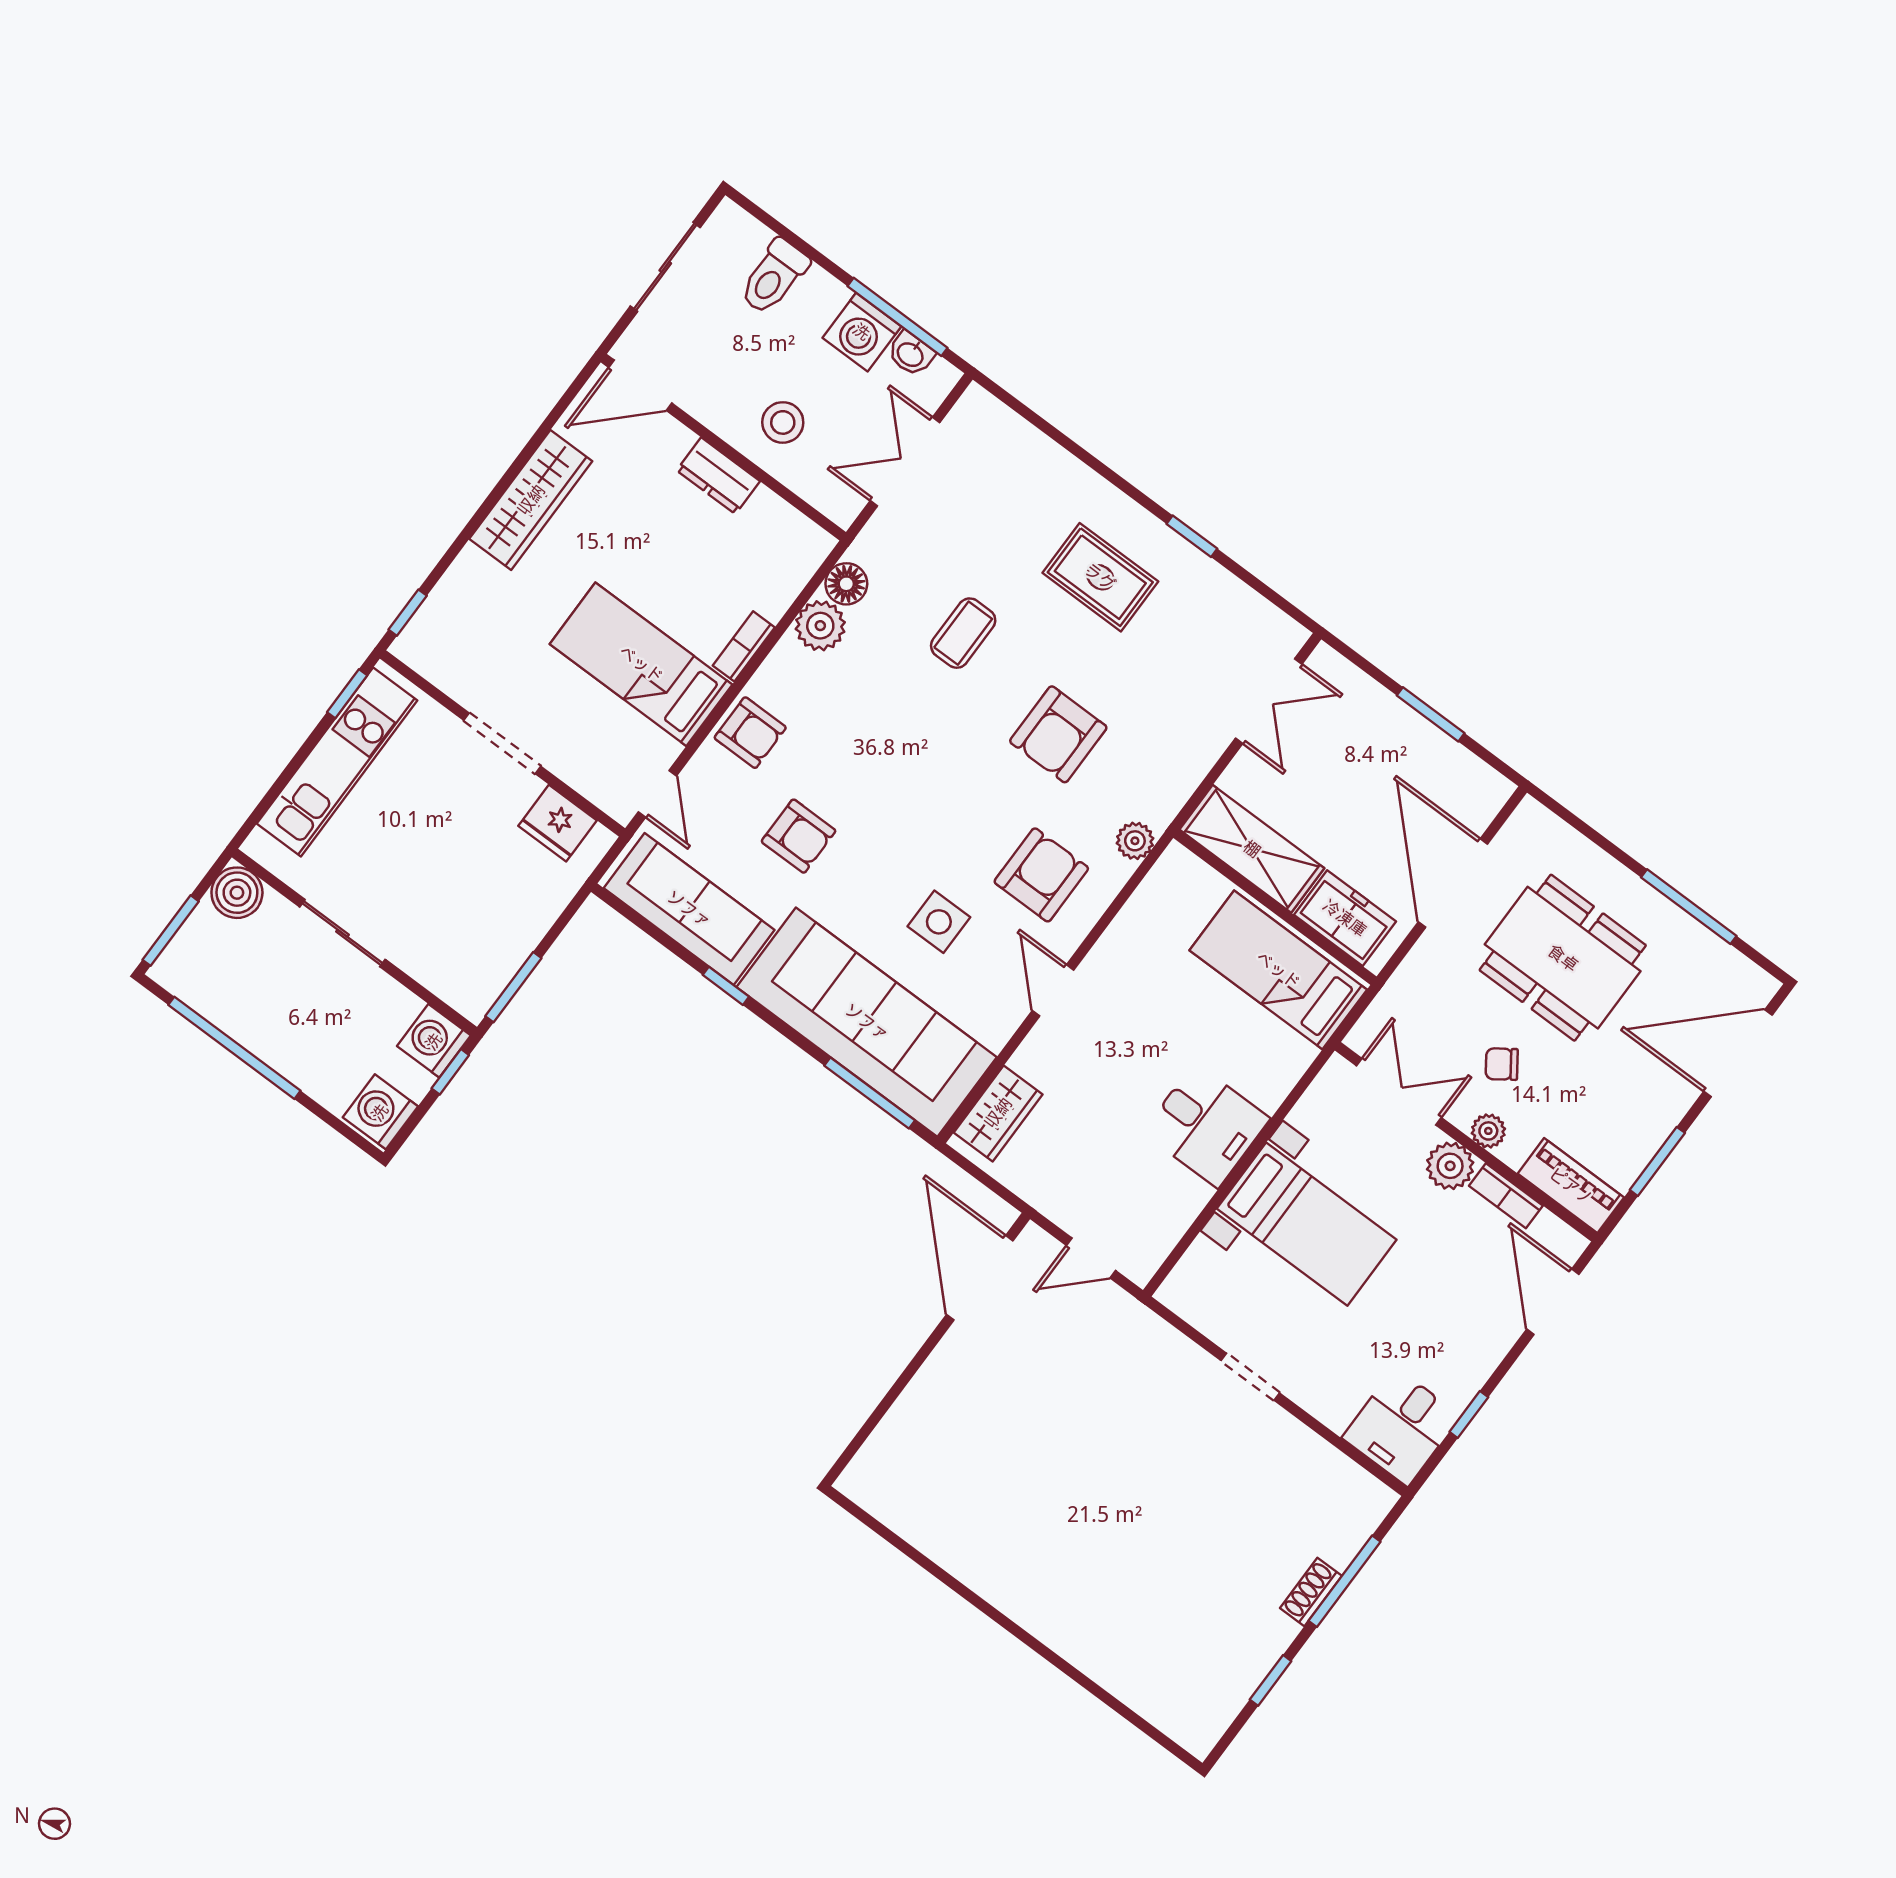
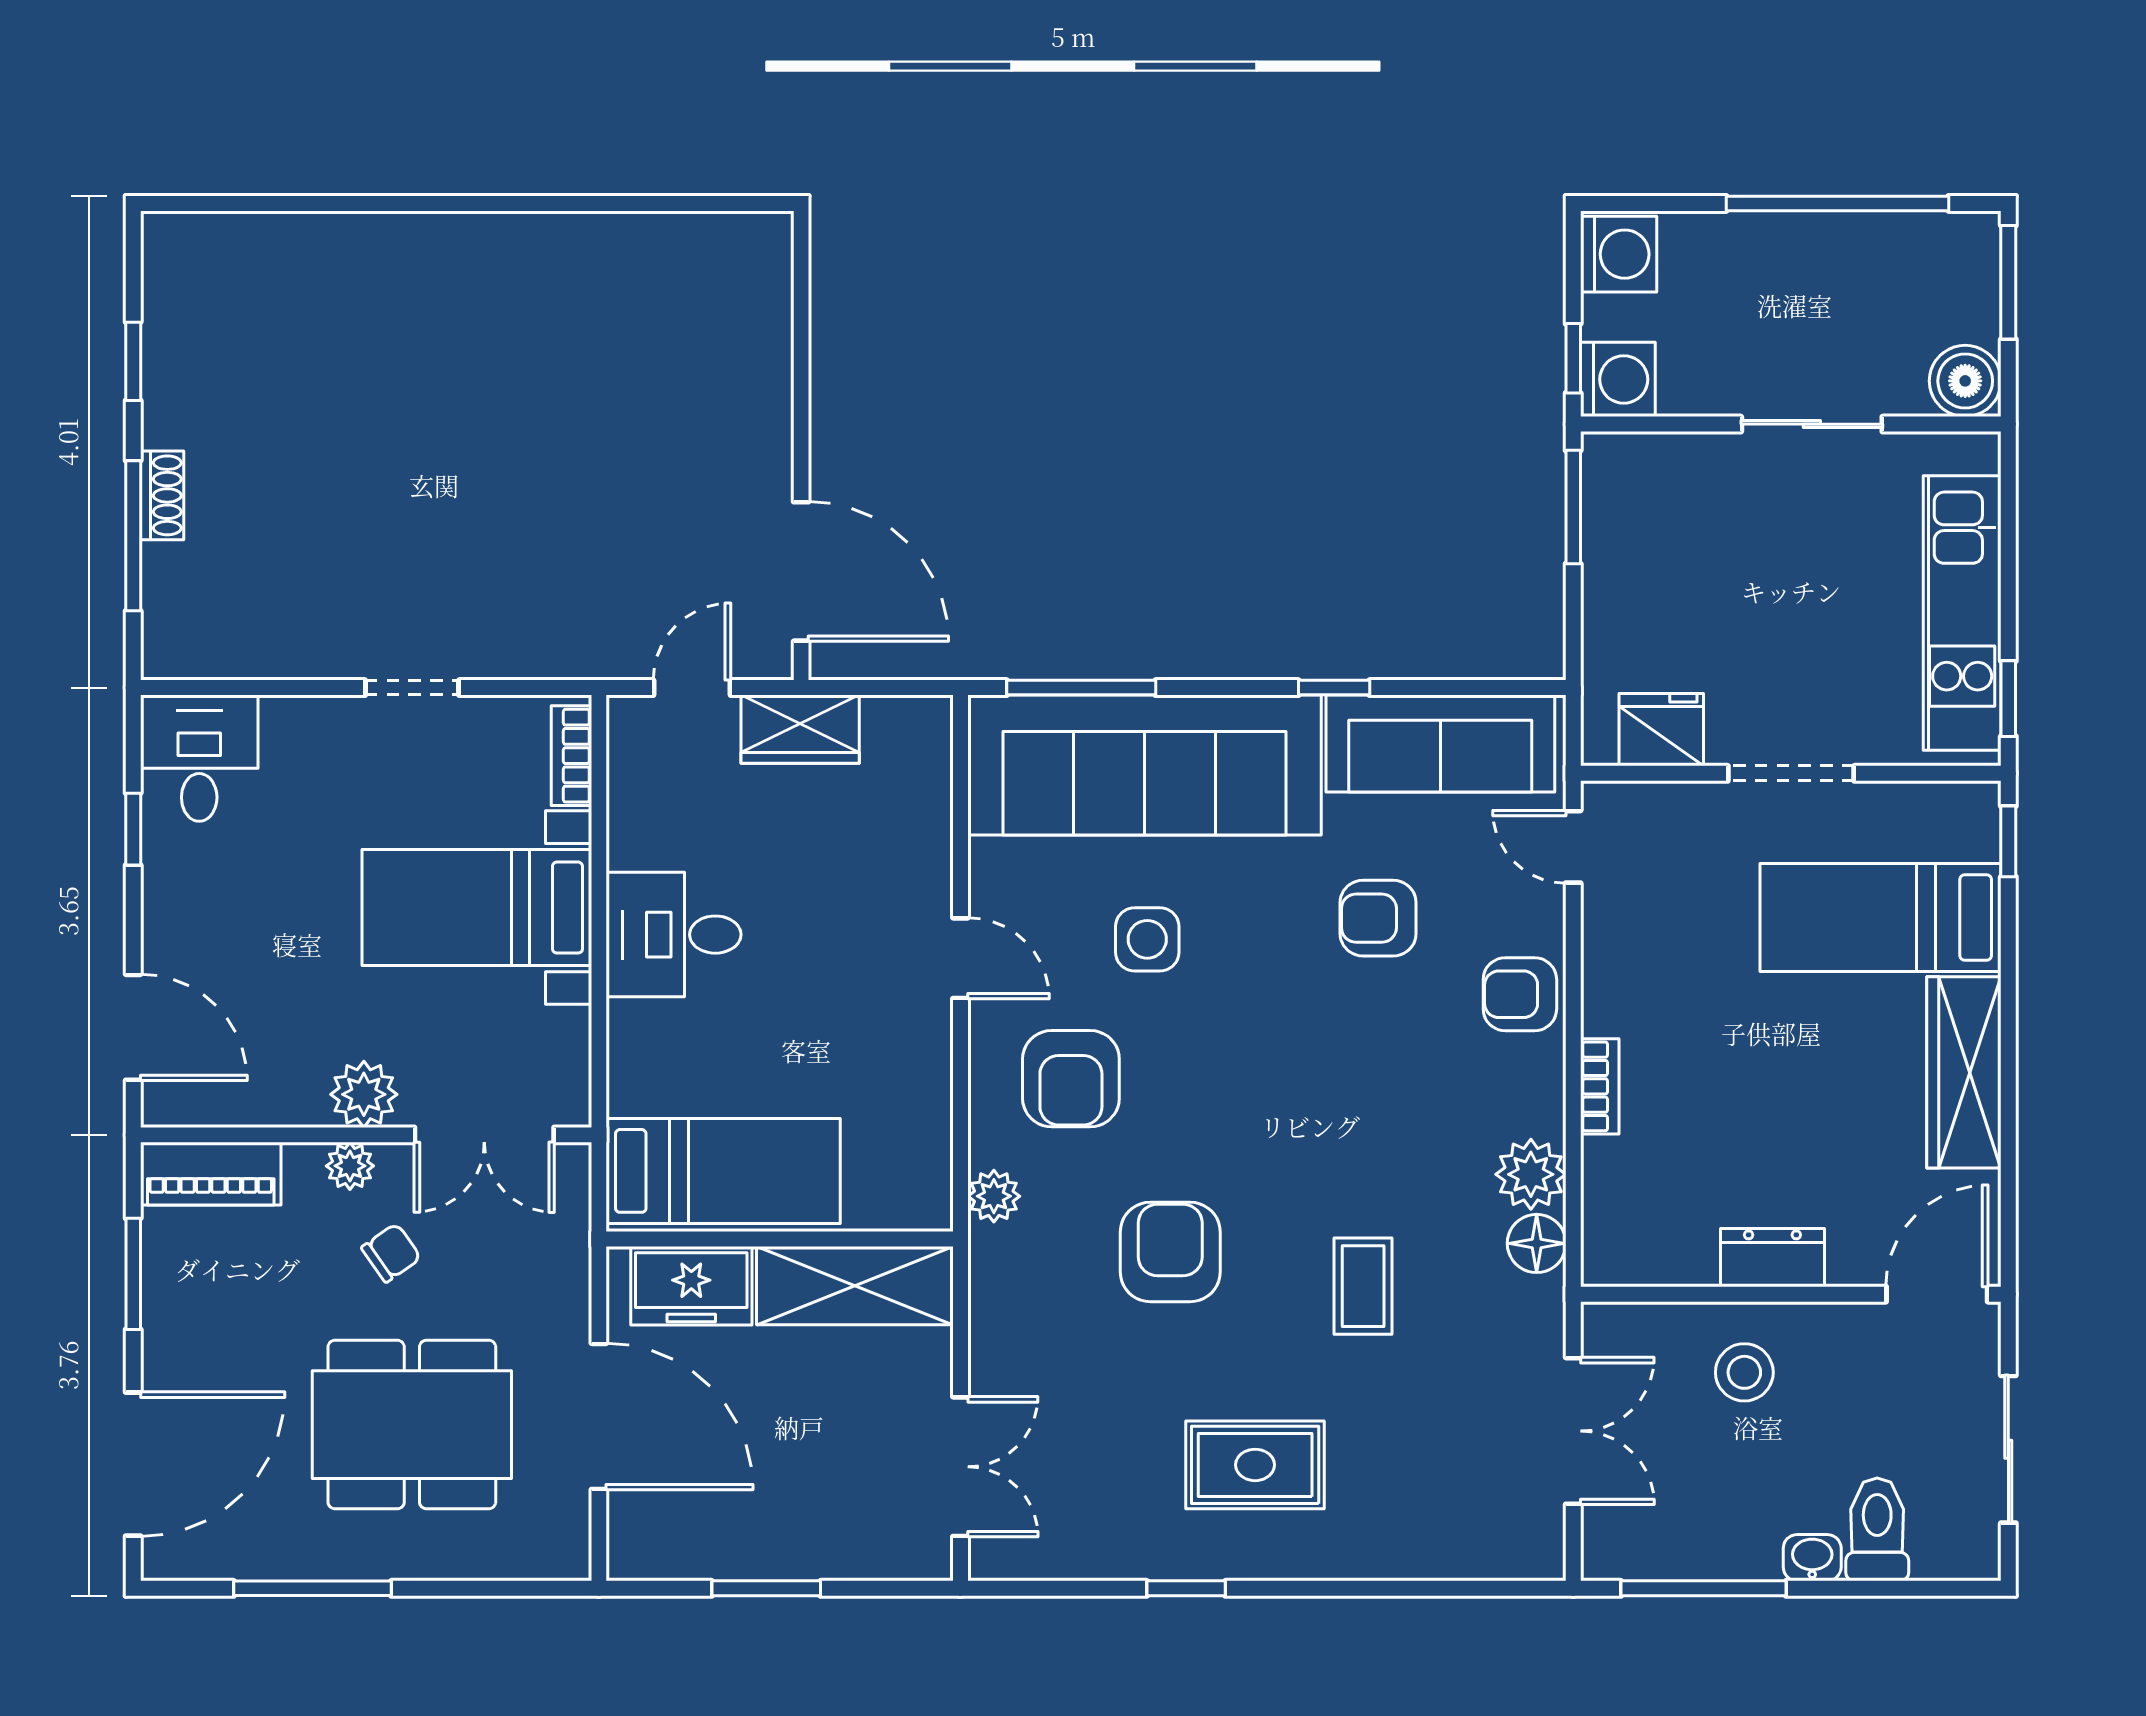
washing machine: (862, 332) -> (1731, 1541), removed
washbasin: (911, 354) -> (1812, 1558), moved
bed: (641, 664) -> (1881, 917), moved, turned 180
double door: (1269, 701) -> (960, 1467), swing flipped
wardrobe: (998, 1113) -> (800, 729), moved, turned -90
bookcase: (1506, 1196) -> (572, 756), moved, turned -90

